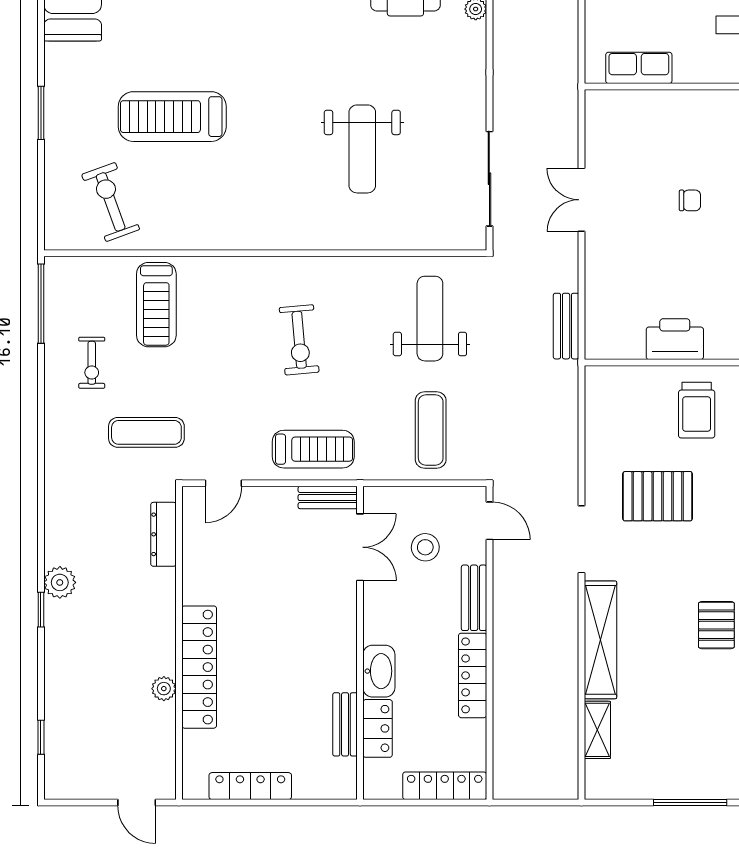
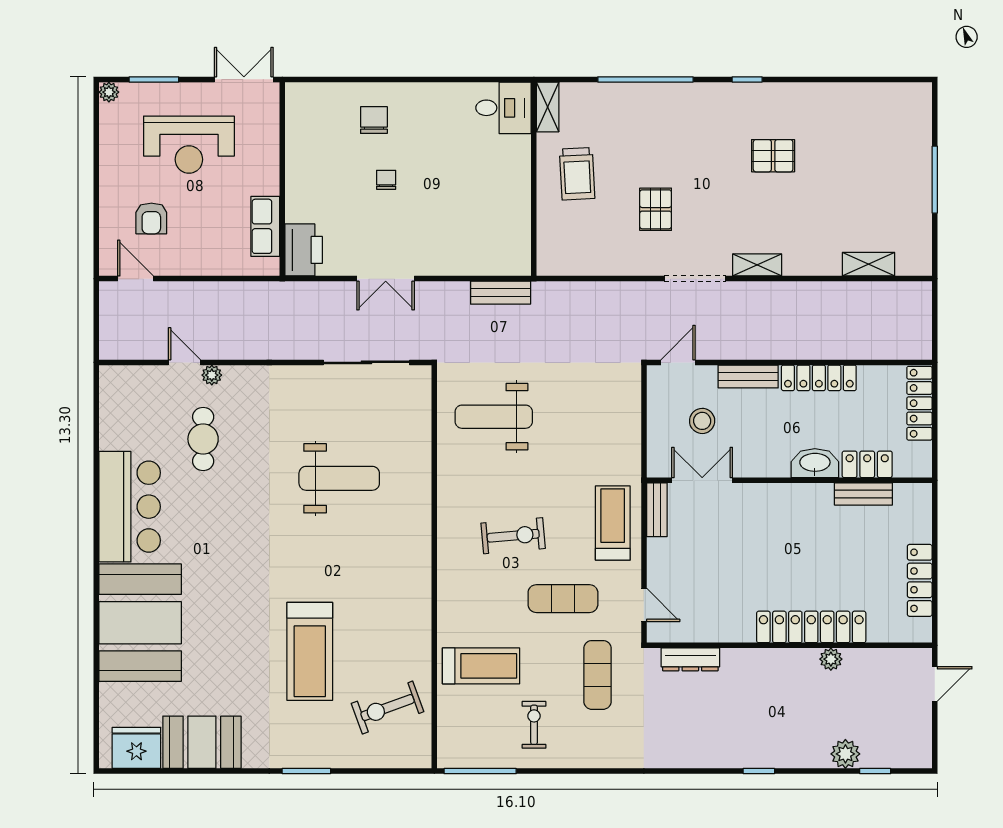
printer: (675, 339) -> (304, 250), moved, turned 180
exercise bike: (92, 363) -> (534, 725), turned -90
trolley: (697, 410) -> (577, 174), turned 87
exercise mat: (431, 430) -> (563, 599), moved
pallet: (658, 496) -> (656, 209), width x0.67, depth x0.71
plant: (60, 582) -> (845, 754), moved
shelving: (600, 640) -> (757, 265), width x0.45, depth x0.75

